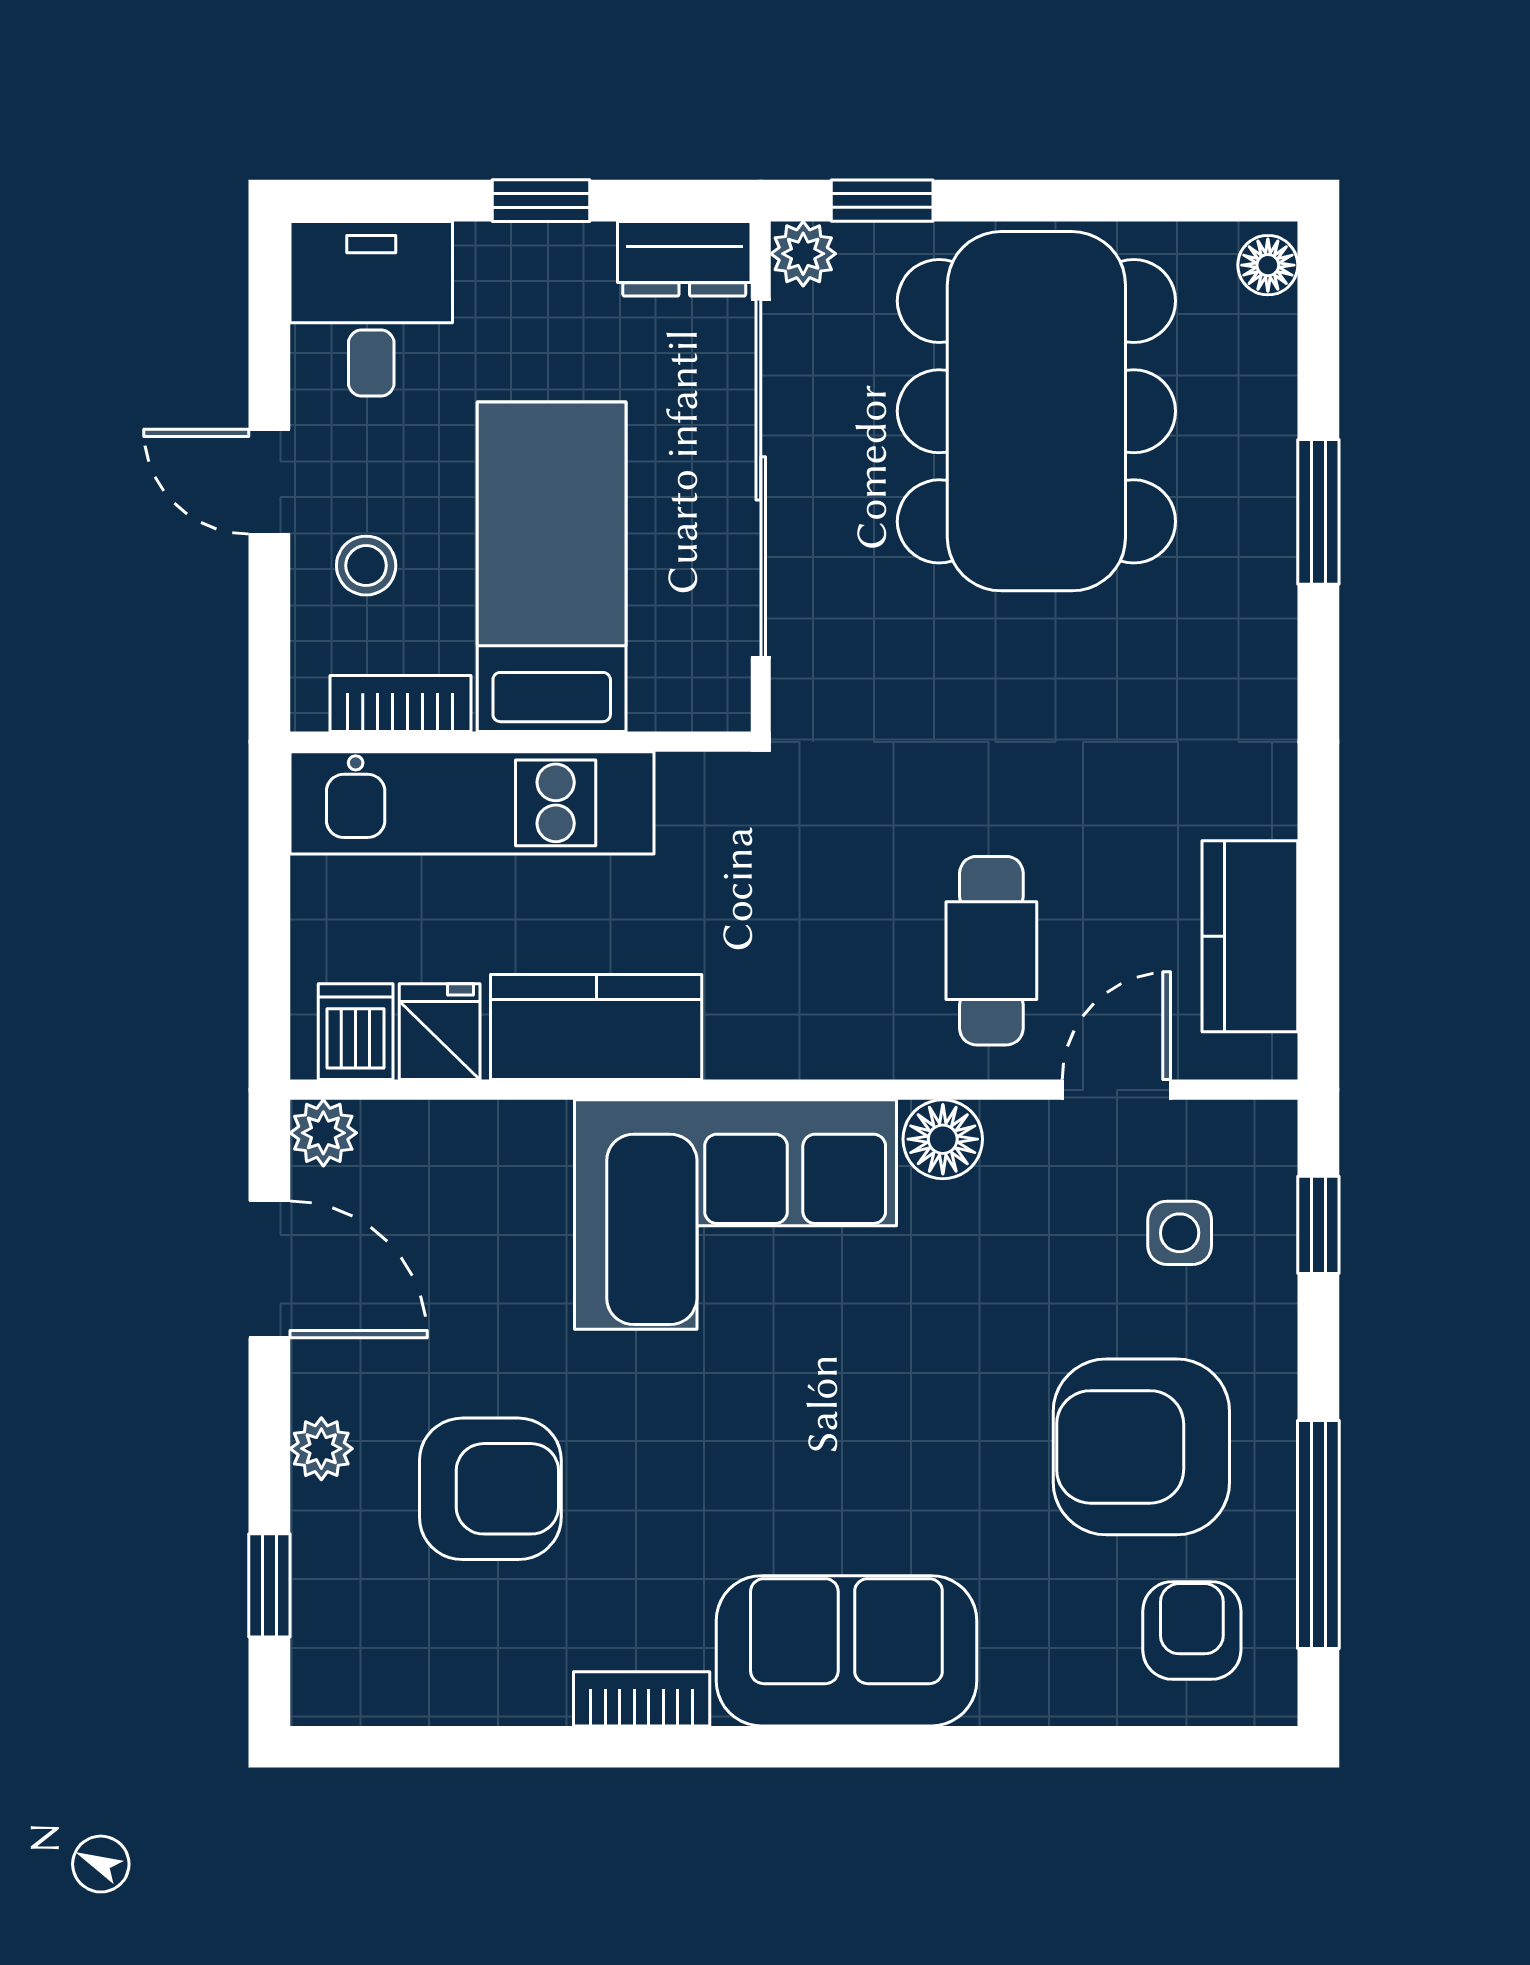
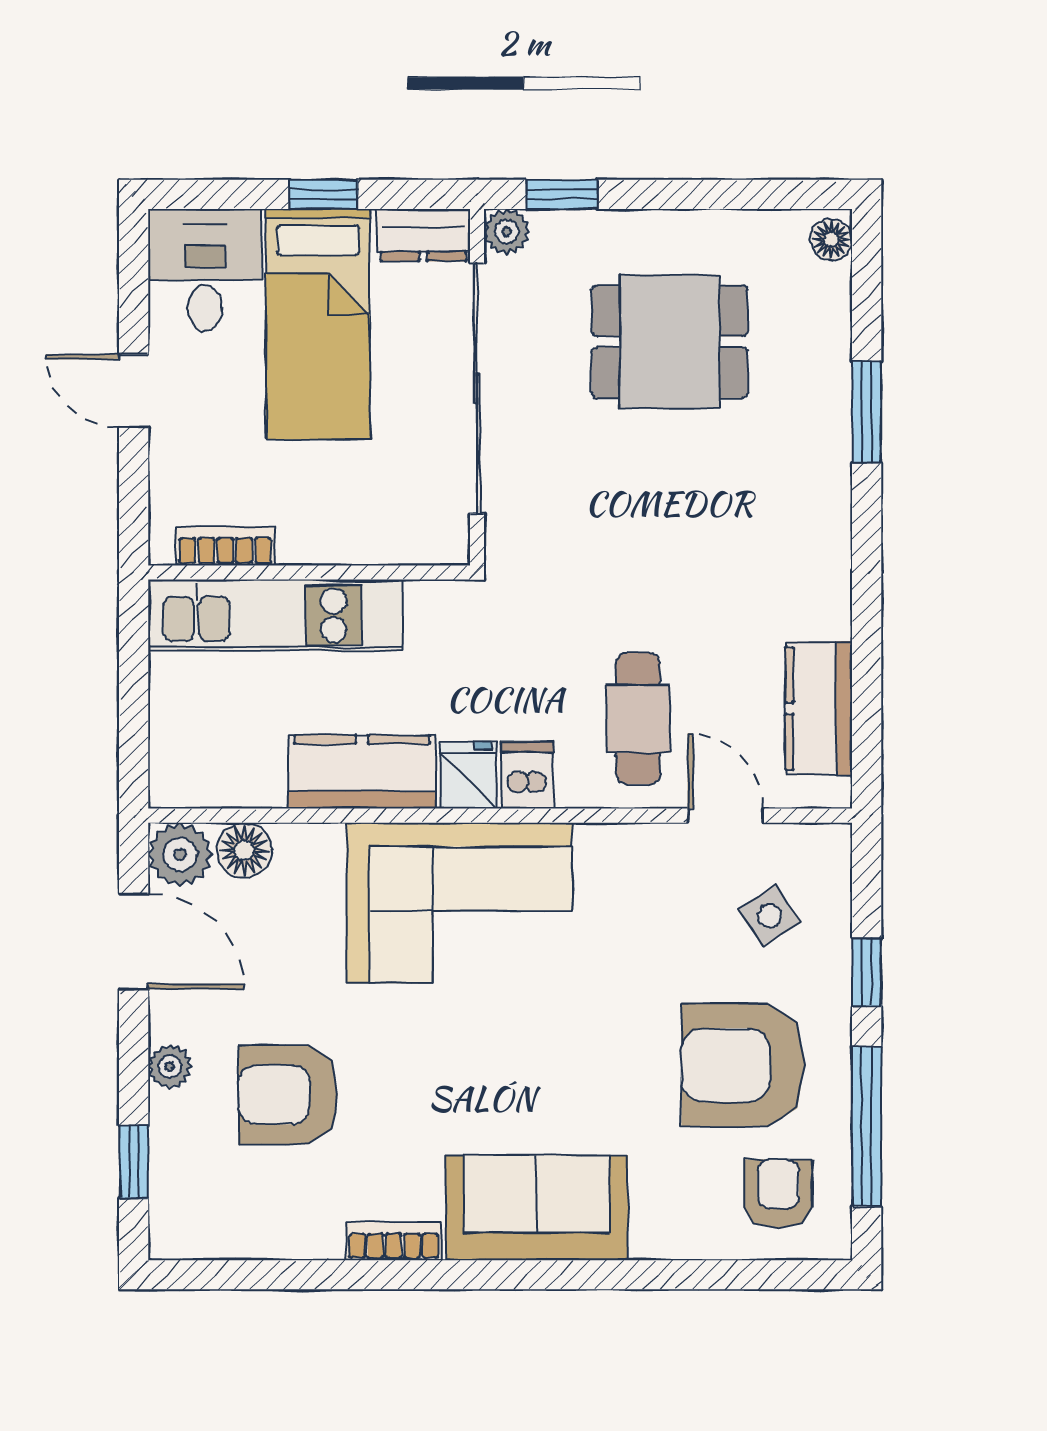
dining table: (1036, 411) -> (670, 342), width x0.53, depth x0.80
stool: (366, 566) -> (201, 449), removed
bed: (552, 567) -> (318, 324), moved, turned 180
dishwasher: (356, 1032) -> (527, 775), moved
fridge: (440, 1032) -> (468, 775), moved
door: (1116, 1090) -> (725, 816), hinge flipped
plant: (323, 1133) -> (180, 854), width x1.38, depth x1.38
floor lamp: (943, 1139) -> (244, 850), moved
window: (1318, 1225) -> (867, 972), moved
side table: (1180, 1233) -> (770, 916), turned -34
armchair: (490, 1489) -> (288, 1095), turned 180

